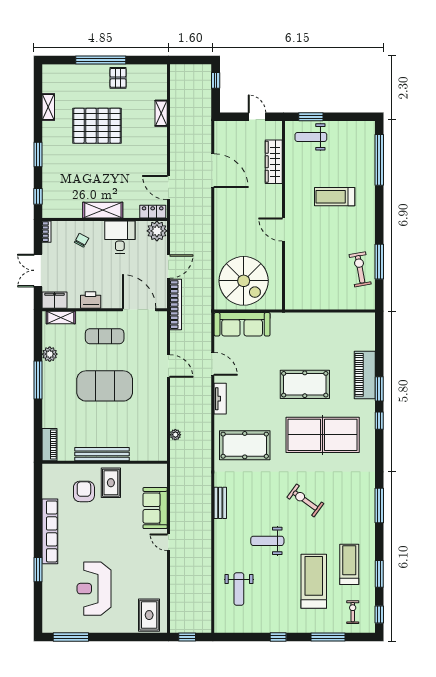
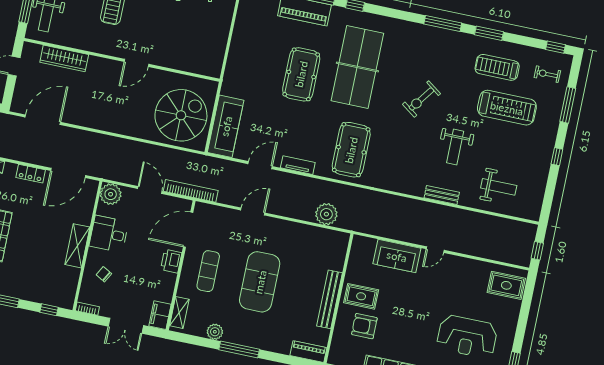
door: (213, 171) -> (43, 120), moved
door: (168, 188) -> (68, 173), width x1.36
locker: (153, 212) -> (31, 174), moved, turned -90
printer: (91, 300) -> (171, 261), moved
plant: (175, 435) -> (326, 214), width x1.87, depth x1.87
bench: (220, 503) -> (442, 195), moved
window: (379, 574) -> (489, 33), moved
treadmill: (314, 581) -> (507, 108), turned 180

